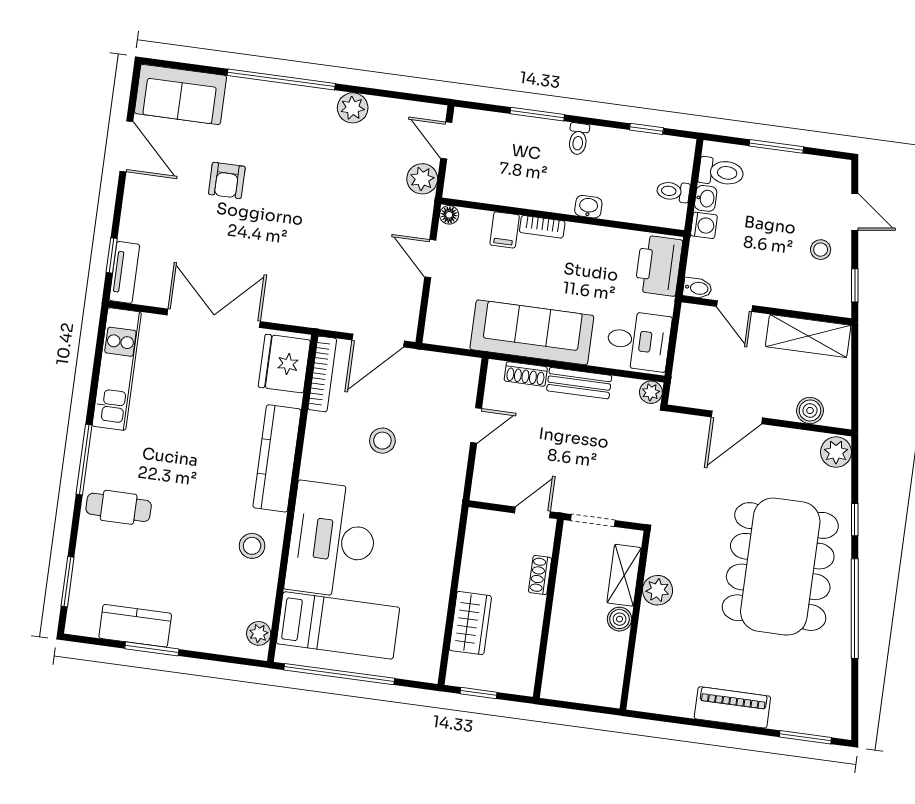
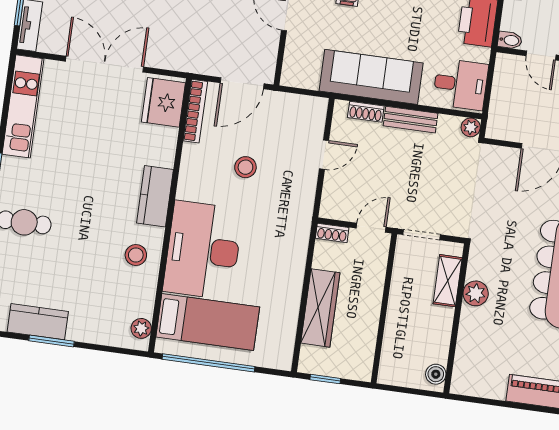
kitchen counter: (277, 458) -> (155, 196), width x0.67
shoe rack: (540, 575) -> (332, 233), moved, turned -90
boiler: (620, 619) -> (436, 374), moved
wardrobe: (470, 623) -> (320, 308), width x1.50

